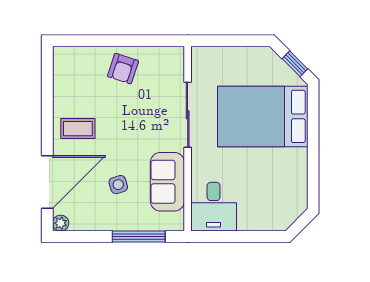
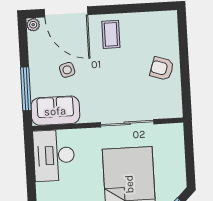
sofa: (167, 182) -> (55, 111), moved
desk: (214, 207) -> (54, 155), width x1.37

